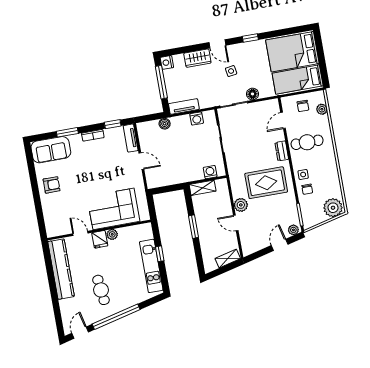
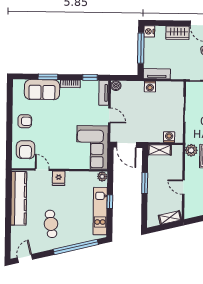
washing machine: (197, 119) -> (150, 87), moved
boiler: (165, 124) -> (116, 86), moved
sofa: (51, 150) -> (42, 90), moved
door: (166, 189) -> (126, 145), added
plant: (241, 205) -> (191, 150), moved
corner sofa: (113, 209) -> (92, 147), moved, turned -90
armchair: (58, 215) -> (25, 150), added
plant: (112, 234) -> (102, 176), moved
window: (116, 317) -> (76, 247), moved

